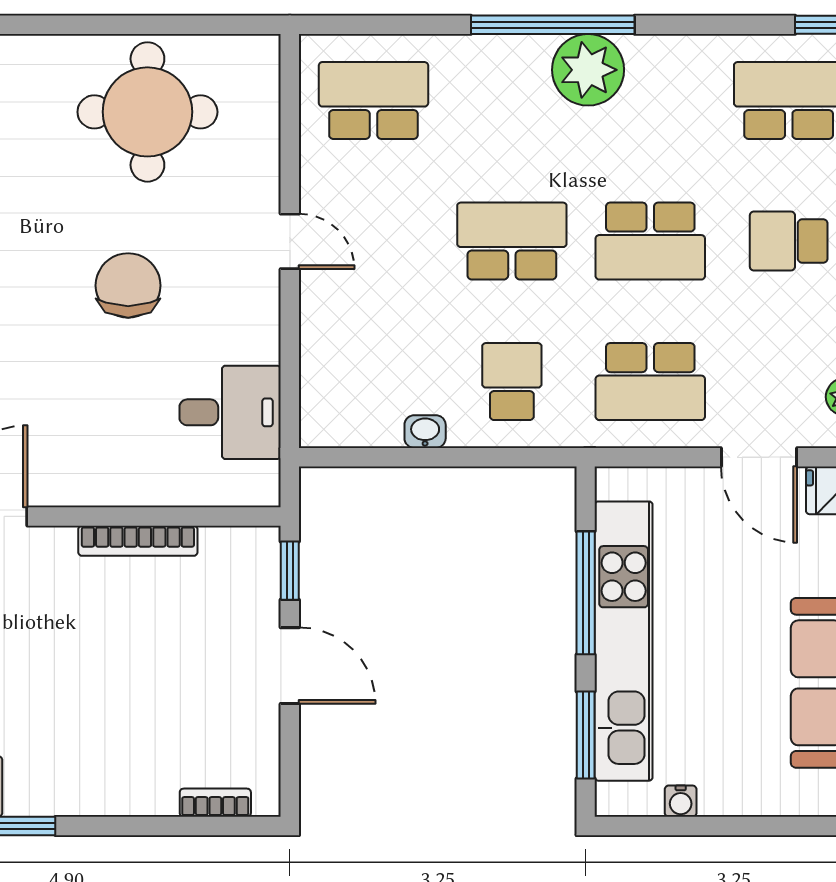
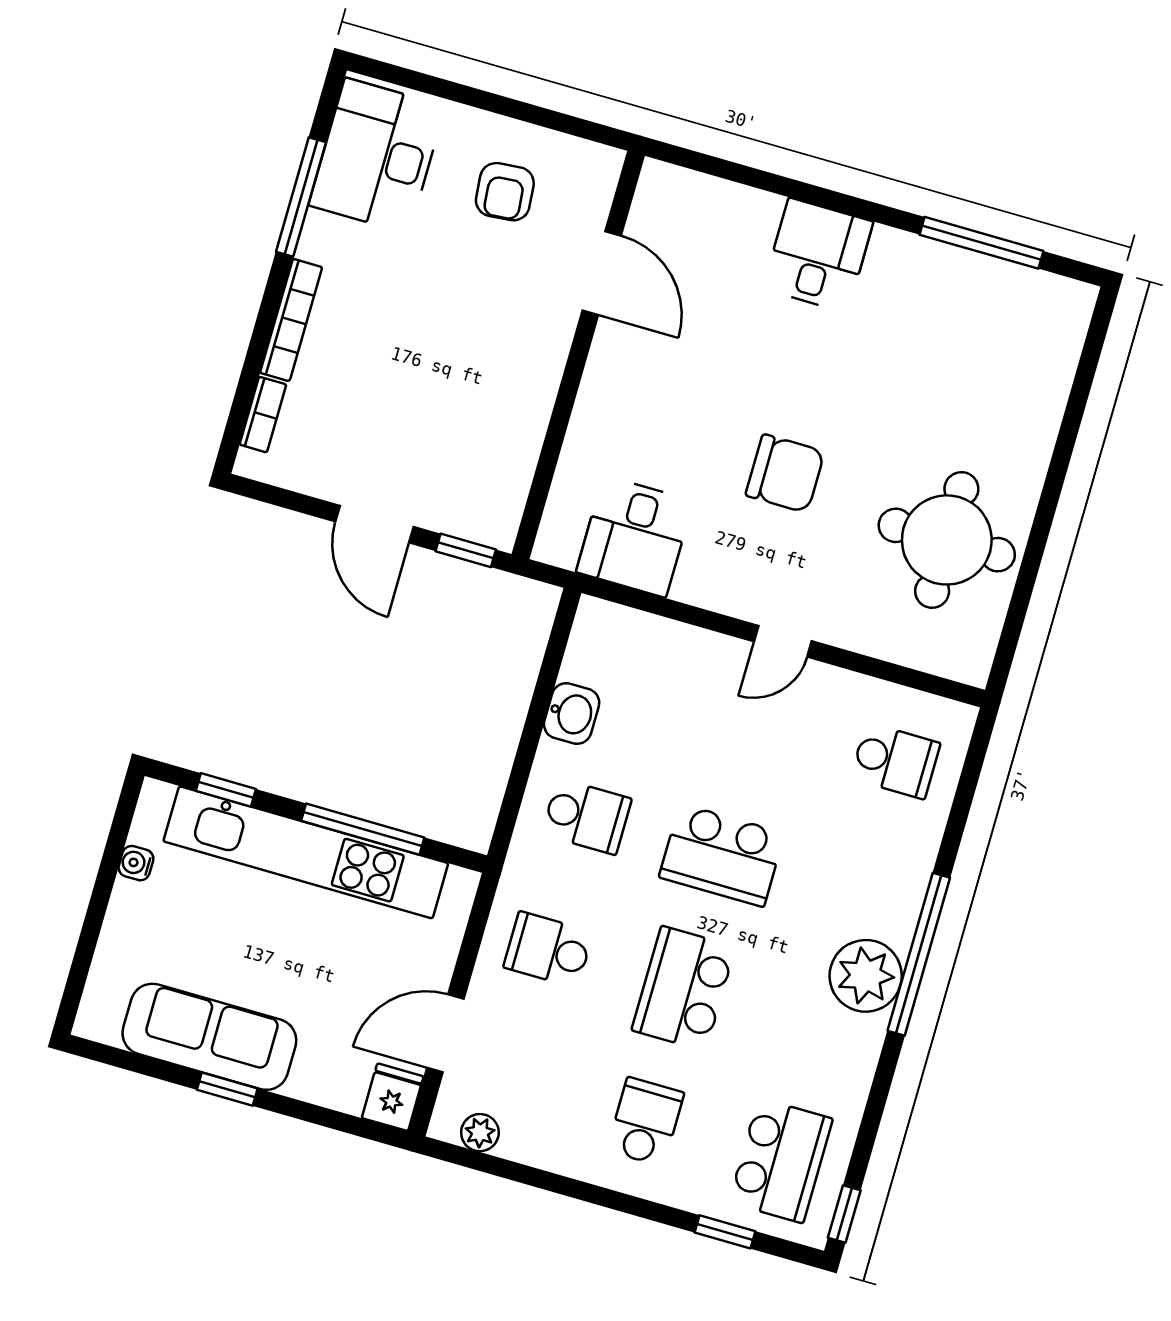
school desk: (373, 101) -> (895, 761), width x0.54
school desk: (512, 241) -> (722, 855), turned 90
school desk: (650, 382) -> (548, 950), width x0.54
washbasin: (425, 432) -> (572, 714), width x1.38, depth x1.45
bookcase: (138, 541) -> (291, 320), moved, turned 180
door: (290, 666) -> (374, 524), hinge flipped
window: (586, 735) -> (226, 790), width x0.67

